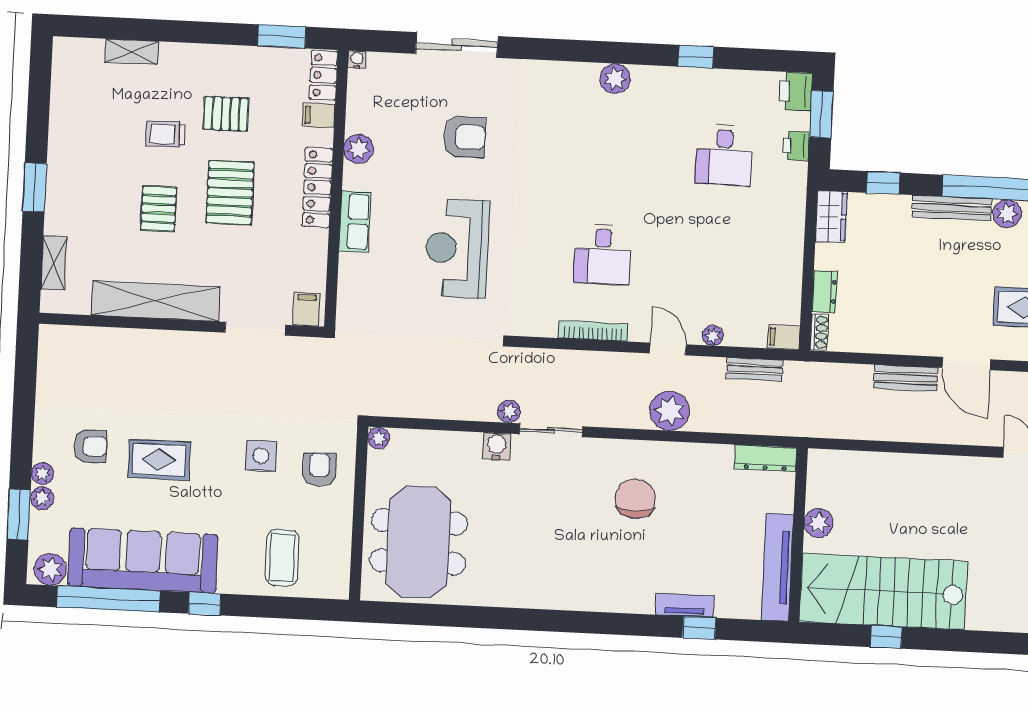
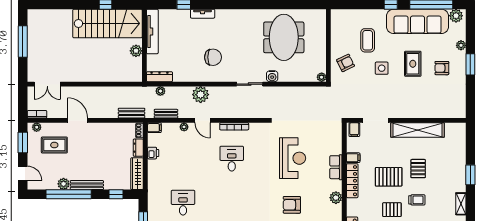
filing cabinet: (319, 115) -> (353, 158), moved
printer: (796, 146) -> (153, 153), moved
pallet: (230, 193) -> (389, 177), turned 90
wardrobe: (831, 217) -> (137, 174), width x1.50
shelving: (54, 263) -> (461, 204), moved
bench: (906, 378) -> (132, 113), moved
plant: (509, 411) -> (160, 91), moved
side table: (261, 456) -> (382, 68), moved
rug: (159, 460) -> (413, 64), turned 90
armchair: (319, 470) -> (346, 63), turned -116
plant: (42, 474) -> (461, 56), removed
chair: (635, 499) -> (213, 57), turned -90
window: (19, 515) -> (470, 64), moved
meeting table: (418, 542) -> (284, 37), moved
coffee table: (282, 558) -> (368, 40), moved
tv unit: (685, 605) -> (203, 14), moved

